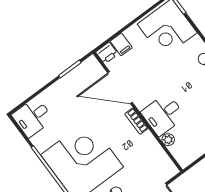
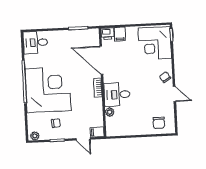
filing cabinet: (169, 172) -> (97, 132), added

